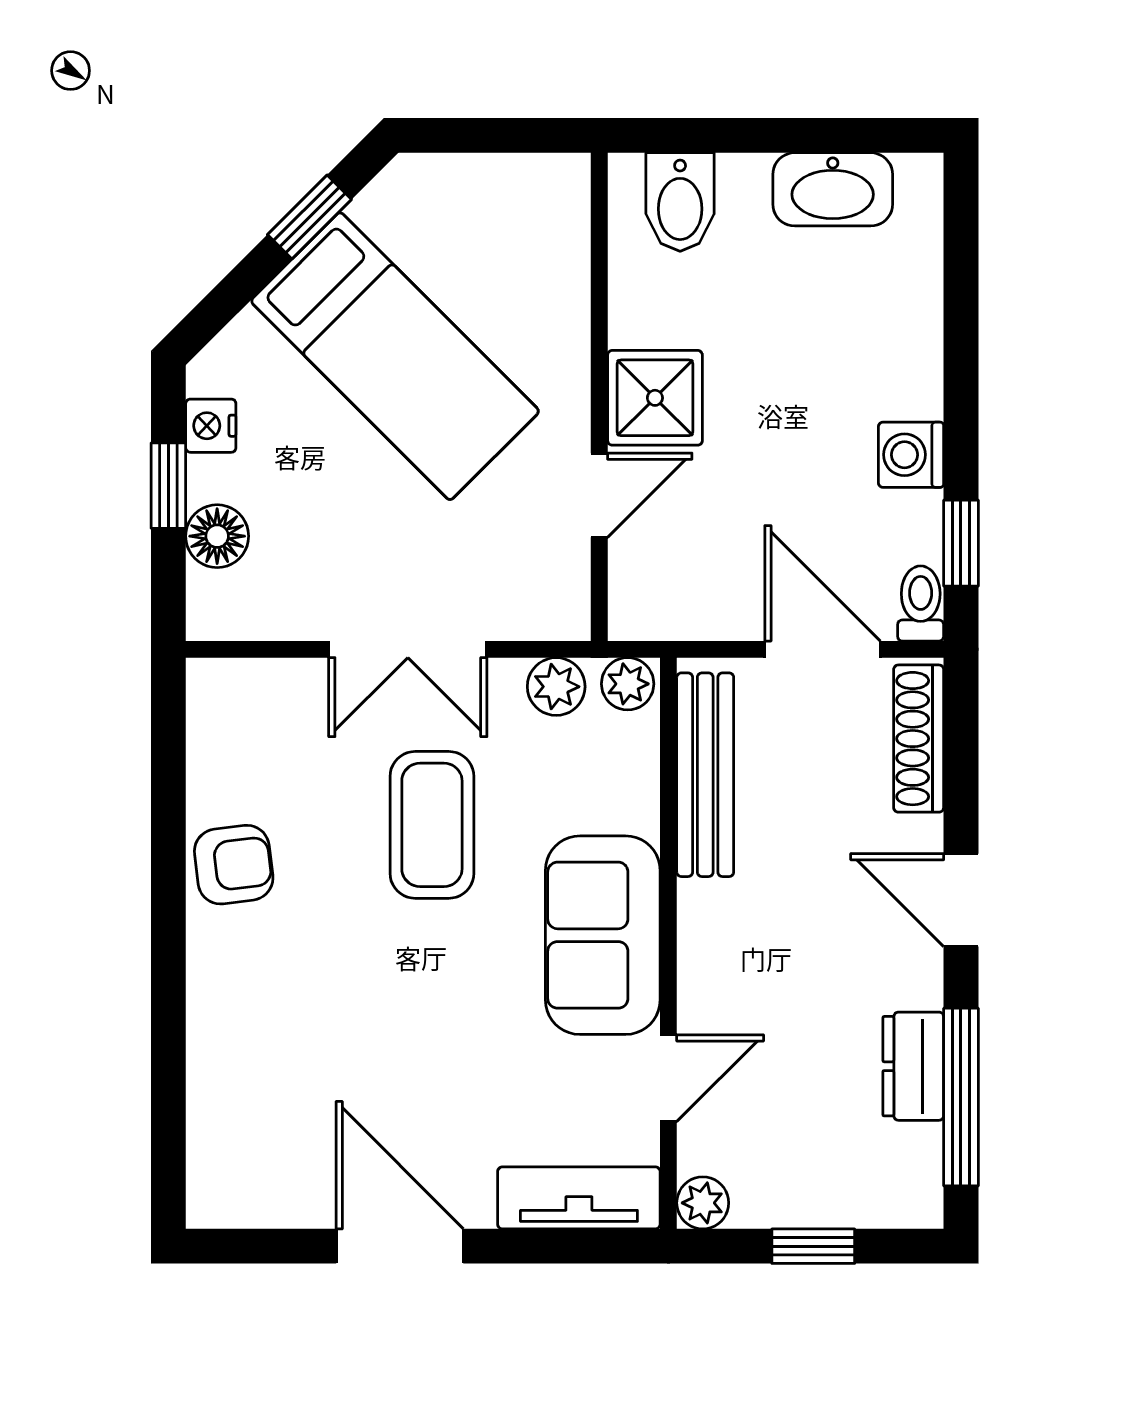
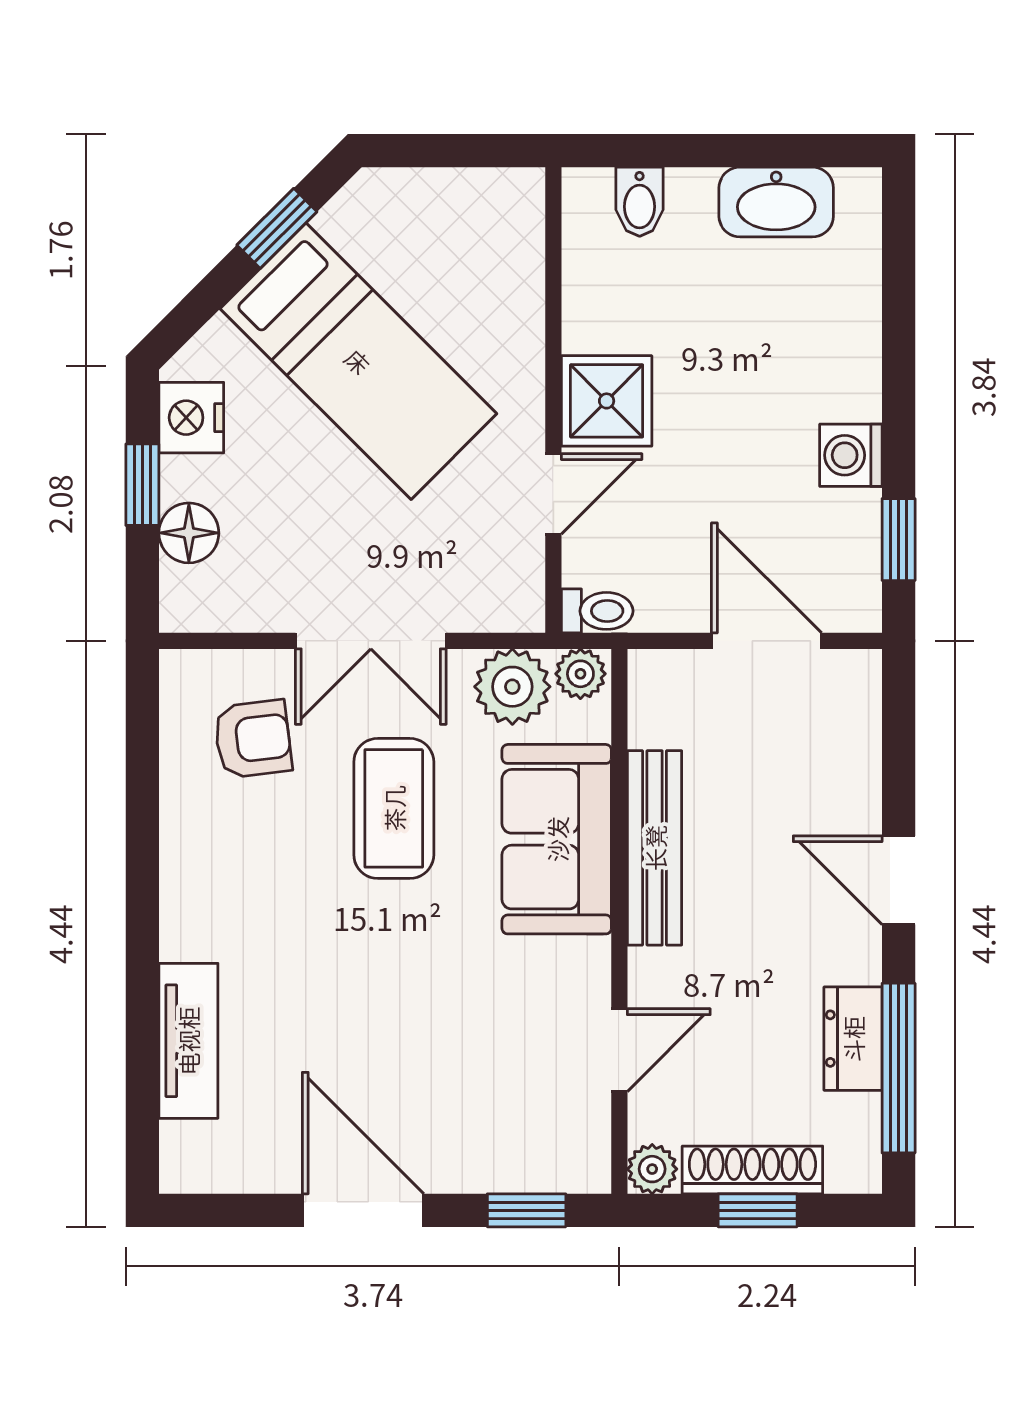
bidet: (680, 202) -> (640, 202), width x0.72, depth x0.74
nightstand: (211, 426) -> (191, 418), width x1.39, depth x1.35
toilet: (921, 603) -> (597, 611), moved, turned 90
plant: (556, 687) -> (512, 687), width x1.38, depth x1.38
shoe rack: (919, 739) -> (752, 1170), moved, turned 90
bench: (705, 775) -> (655, 848), moved
armchair: (234, 865) -> (253, 739), moved
sofa: (603, 935) -> (557, 839), moved
tv unit: (579, 1198) -> (188, 1041), moved, turned 90
window: (571, 1246) -> (527, 1210), added

